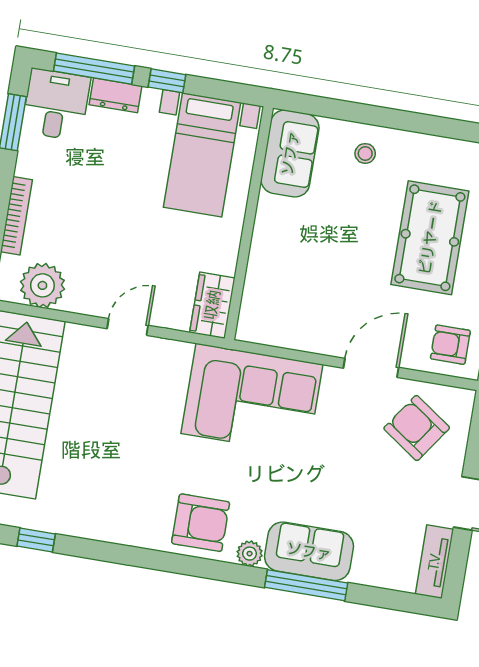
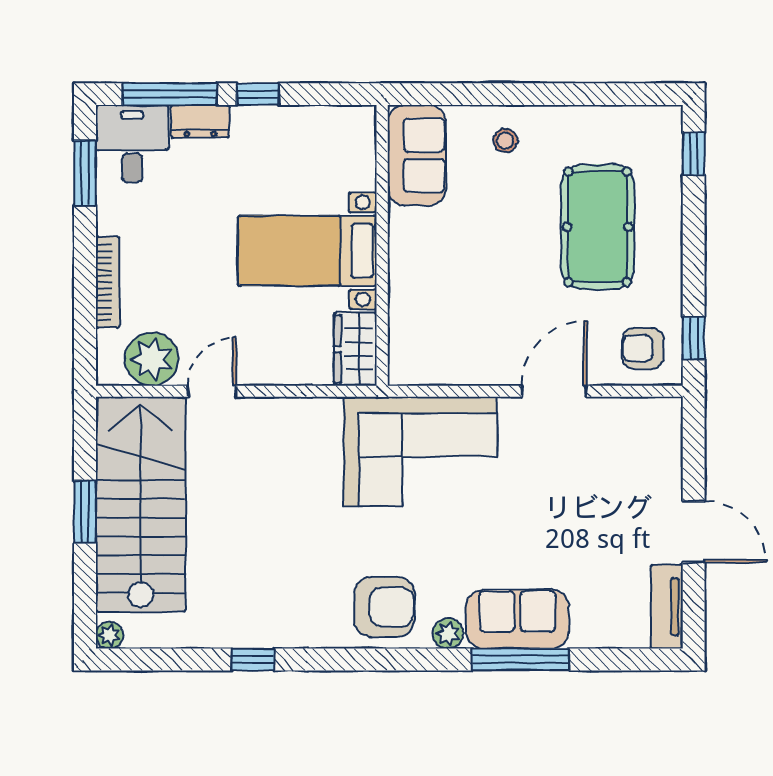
bed with nightstands: (202, 155) -> (307, 251), moved, turned 90
door: (128, 327) -> (212, 391), moved
armchair: (417, 428) -> (620, 453), removed
window: (36, 540) -> (253, 660), moved

